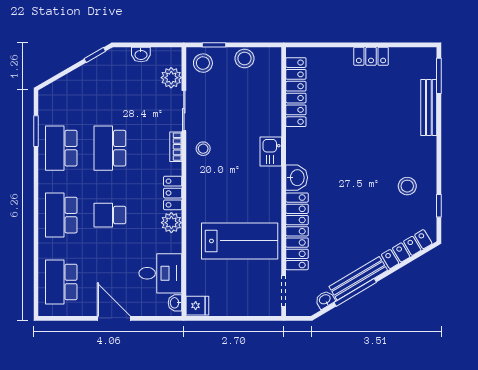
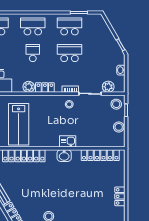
washbasin: (297, 178) -> (64, 156), moved

